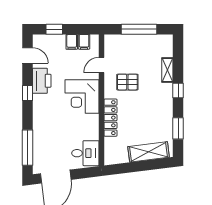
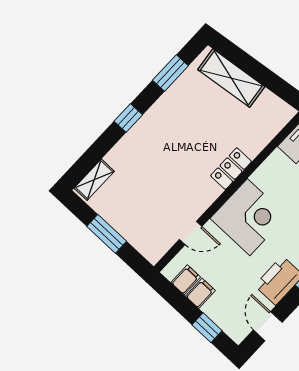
window: (139, 29) -> (107, 234), width x0.69
shelving: (167, 70) -> (94, 180), moved
pallet: (127, 82) -> (179, 184), removed
locker: (110, 118) -> (231, 169), width x0.66

